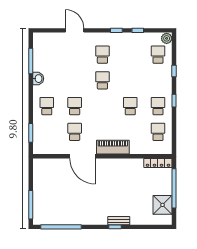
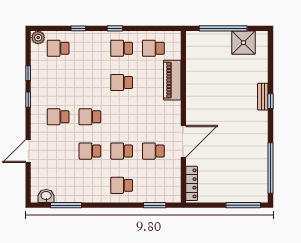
washbasin: (38, 79) -> (46, 196), moved
school desk: (75, 80) -> (90, 151), added
piano: (113, 147) -> (172, 80), moved
locker: (158, 163) -> (192, 183), moved

